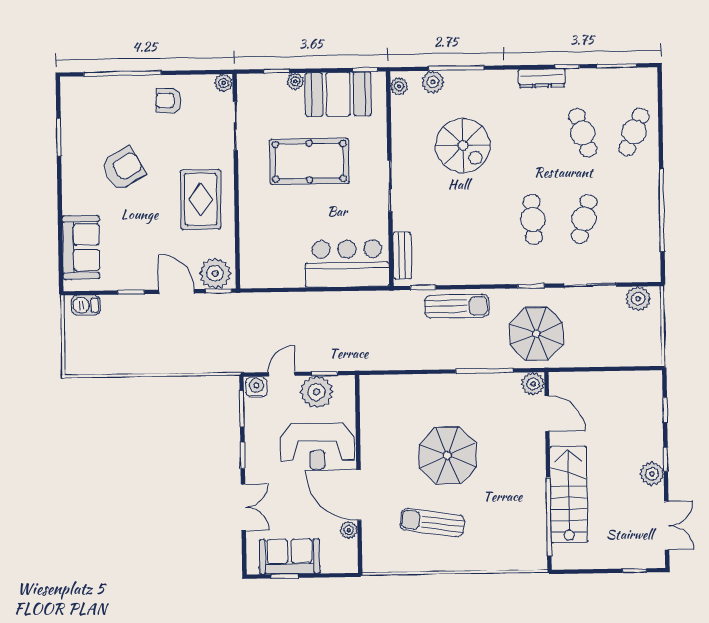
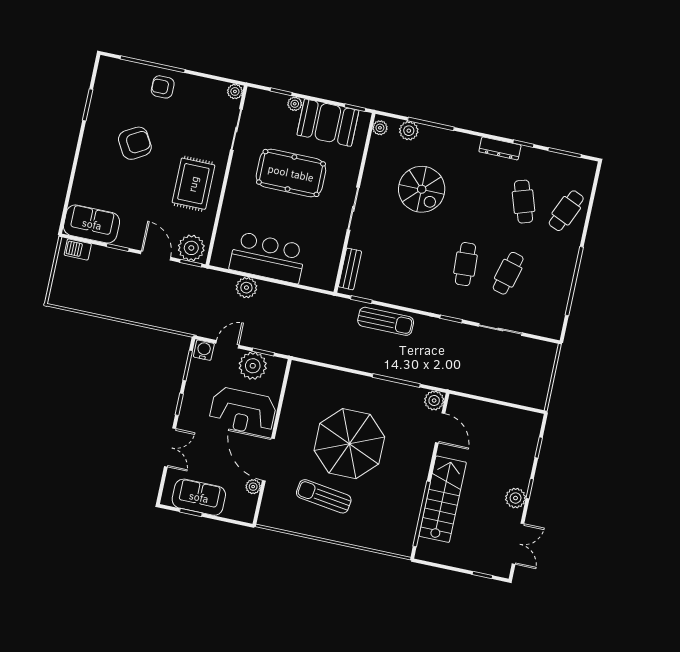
armchair: (169, 101) -> (163, 87), moved
sofa: (81, 247) -> (92, 224), moved, turned -90
bar counter: (347, 264) -> (268, 257), moved
plant: (638, 299) -> (246, 288), moved
parasol: (536, 334) -> (446, 360), removed
parasol: (447, 456) -> (349, 444), width x1.36, depth x1.36

